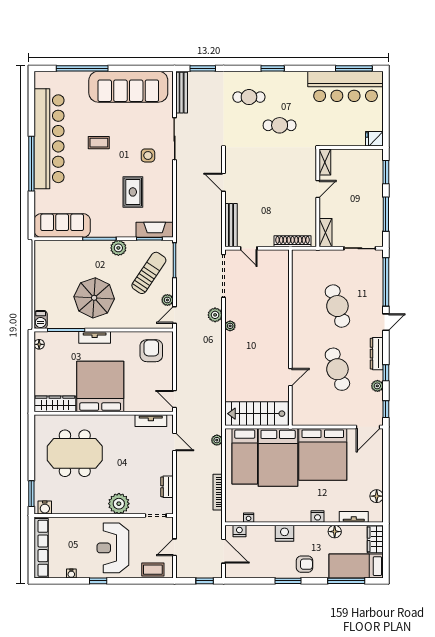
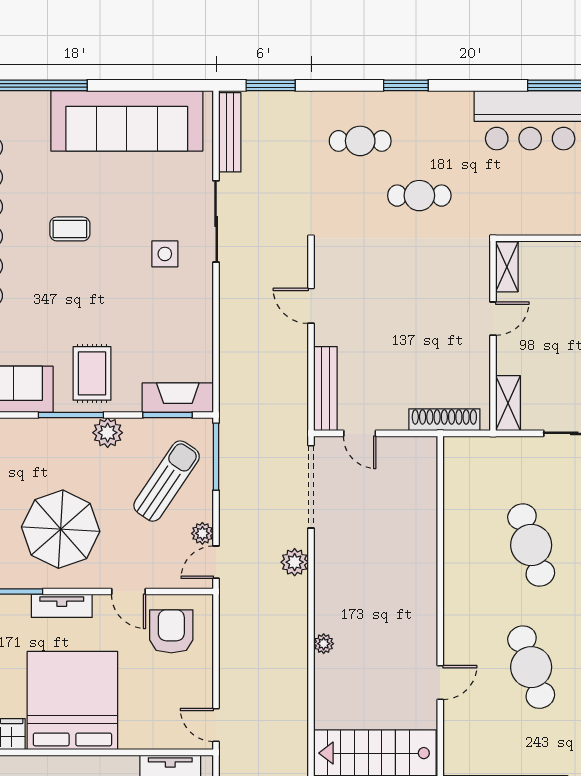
rug: (133, 192) -> (92, 373), moved
plant: (230, 326) -> (324, 644), moved
door: (129, 330) -> (129, 592), added

